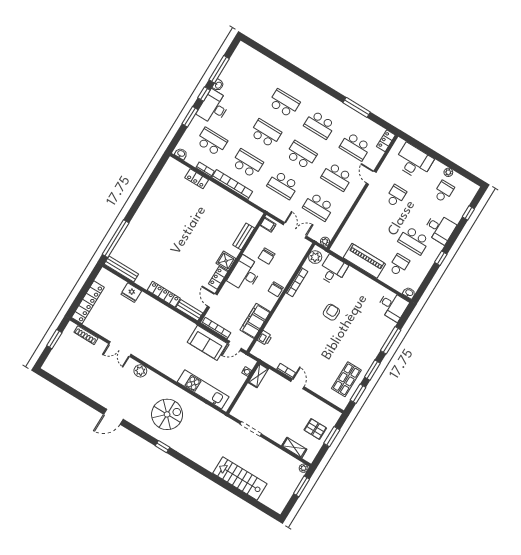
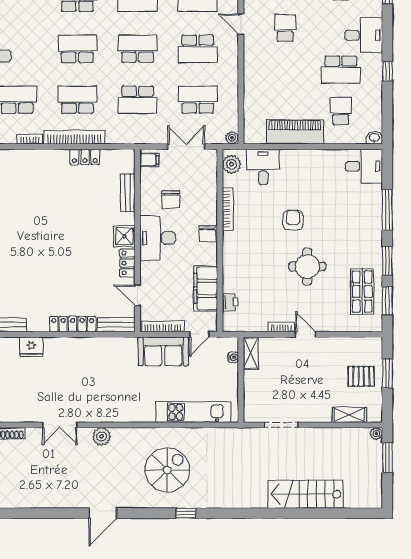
locker: (197, 179) -> (85, 157), moved
school desk: (318, 207) -> (198, 100), turned 180
round table: (323, 345) -> (307, 267), added

